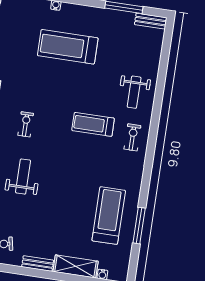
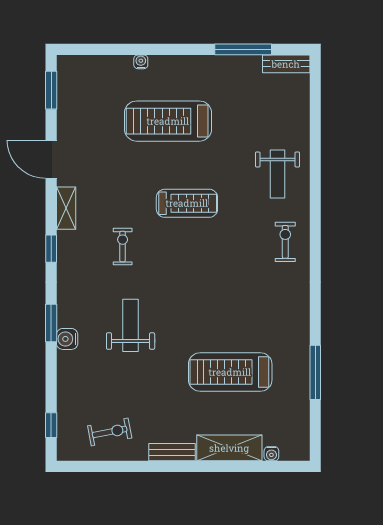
treadmill: (93, 124) -> (187, 203), moved, turned 180
treadmill: (109, 216) -> (230, 372), moved, turned -90

